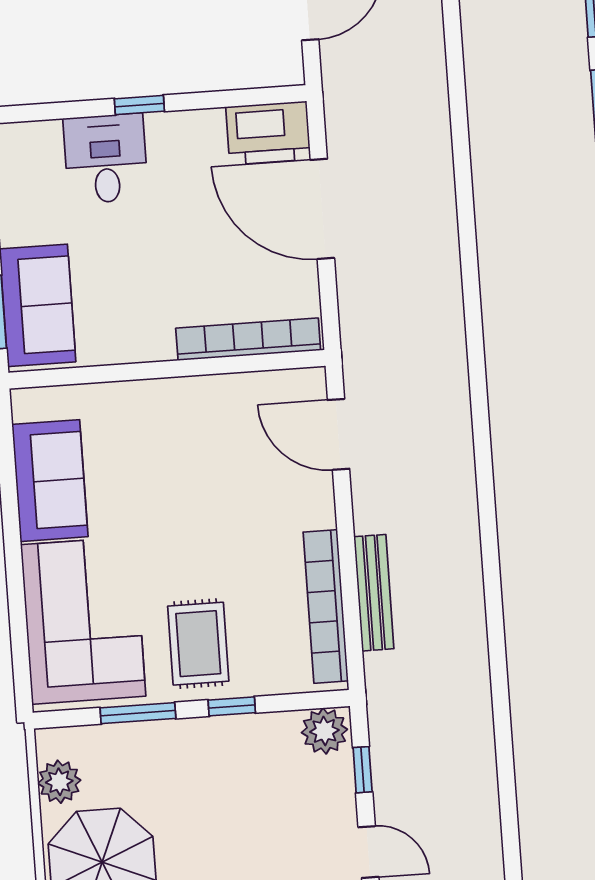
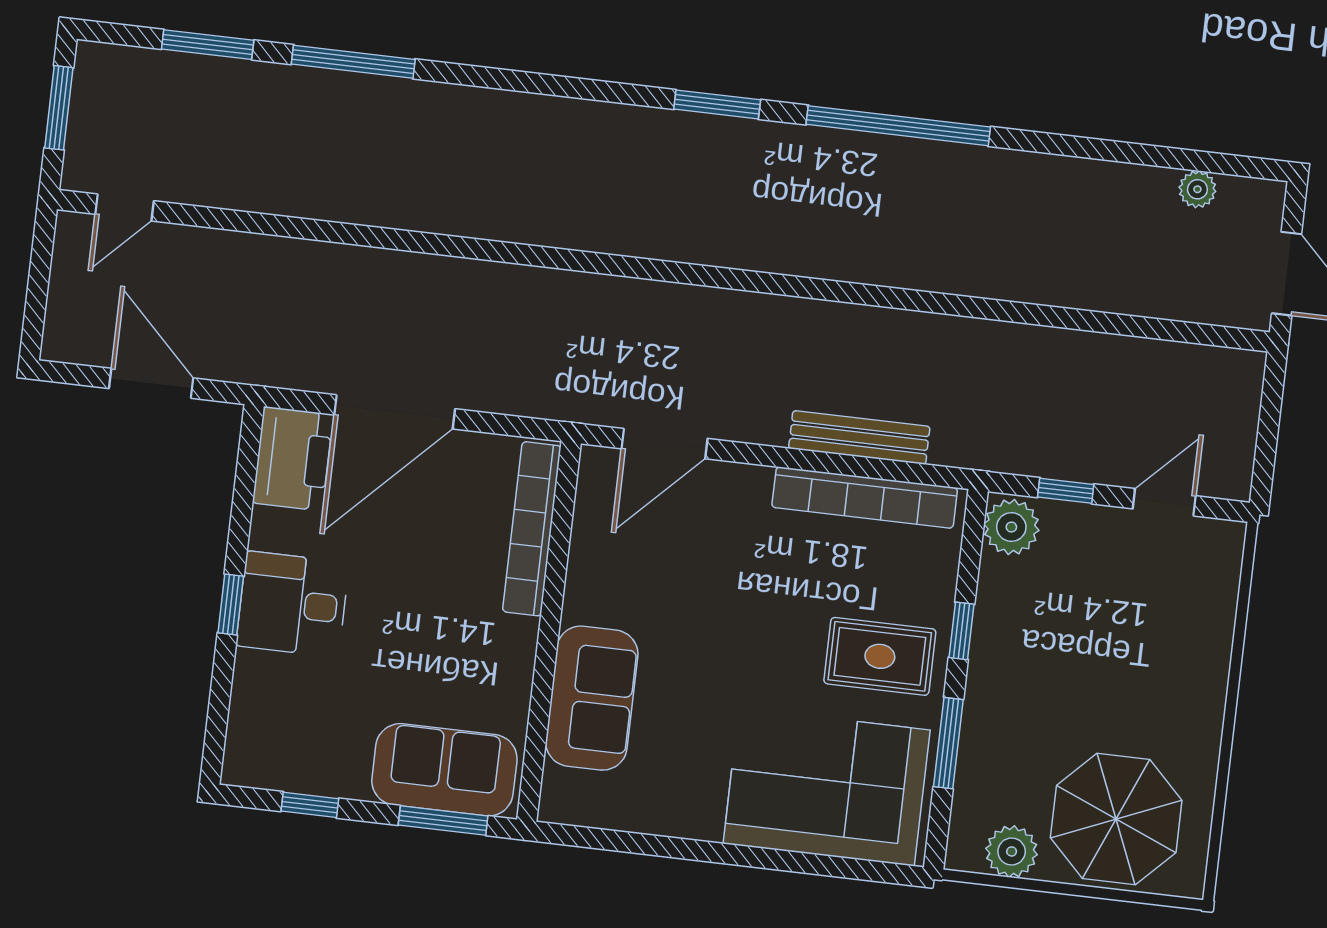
desk: (106, 159) -> (293, 604), moved
sofa: (50, 481) -> (592, 698), moved, turned 90

